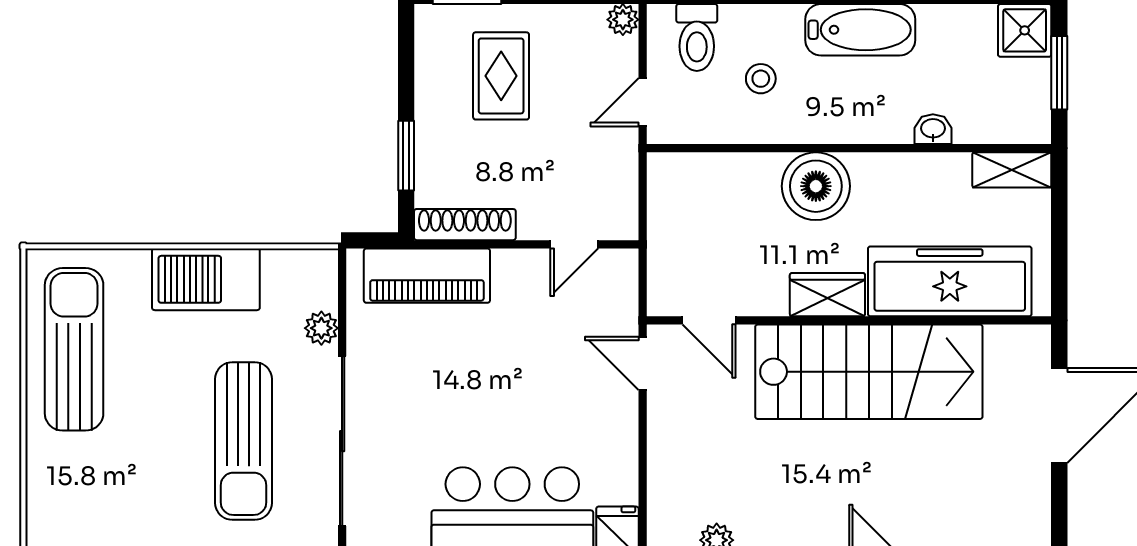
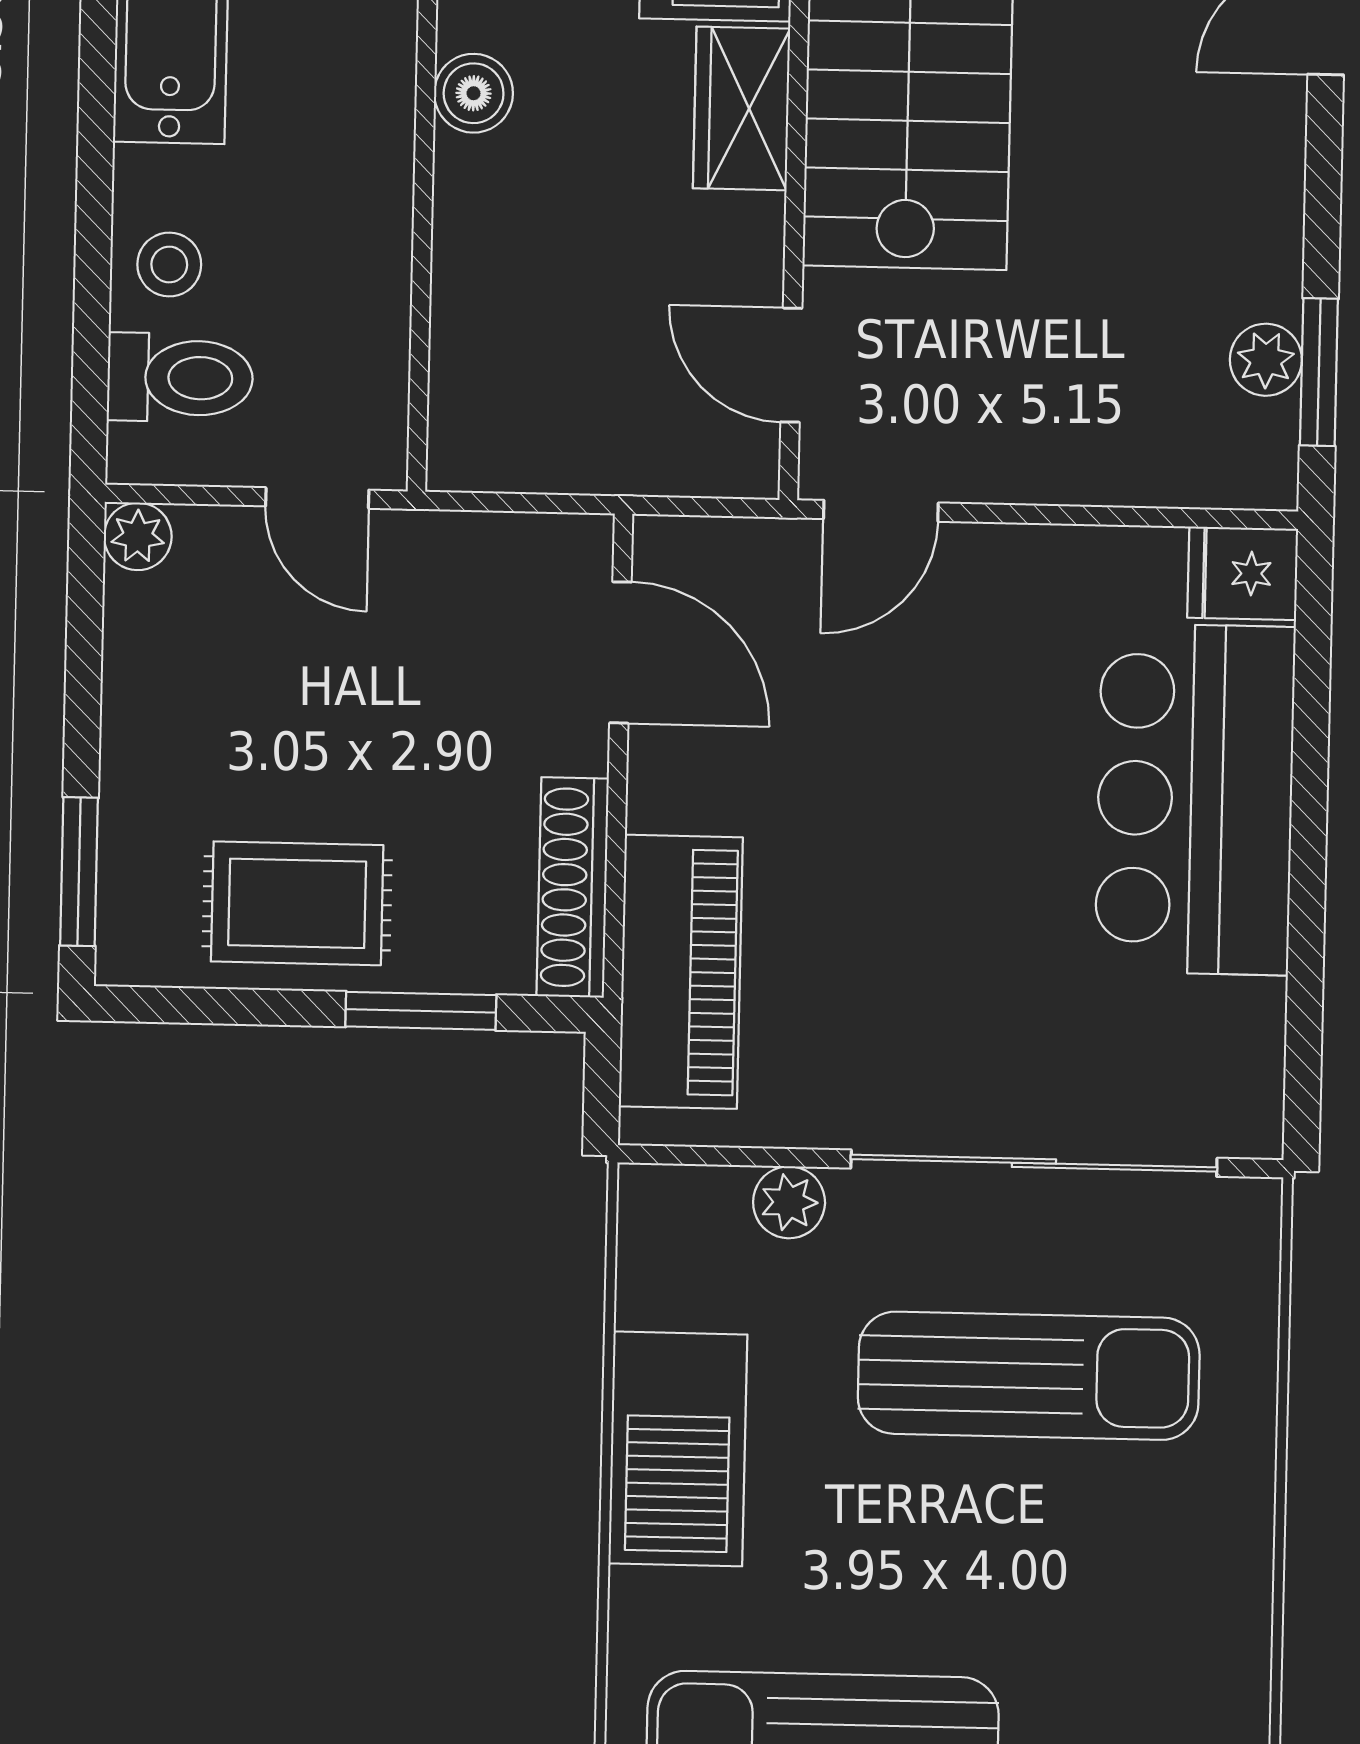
rug: (501, 76) -> (297, 903), moved
stool: (761, 79) -> (169, 265), moved
boiler: (816, 186) -> (474, 93), width x0.54, depth x0.54
door: (574, 244) -> (620, 652), width x1.38
door: (709, 320) -> (791, 365), swing flipped

